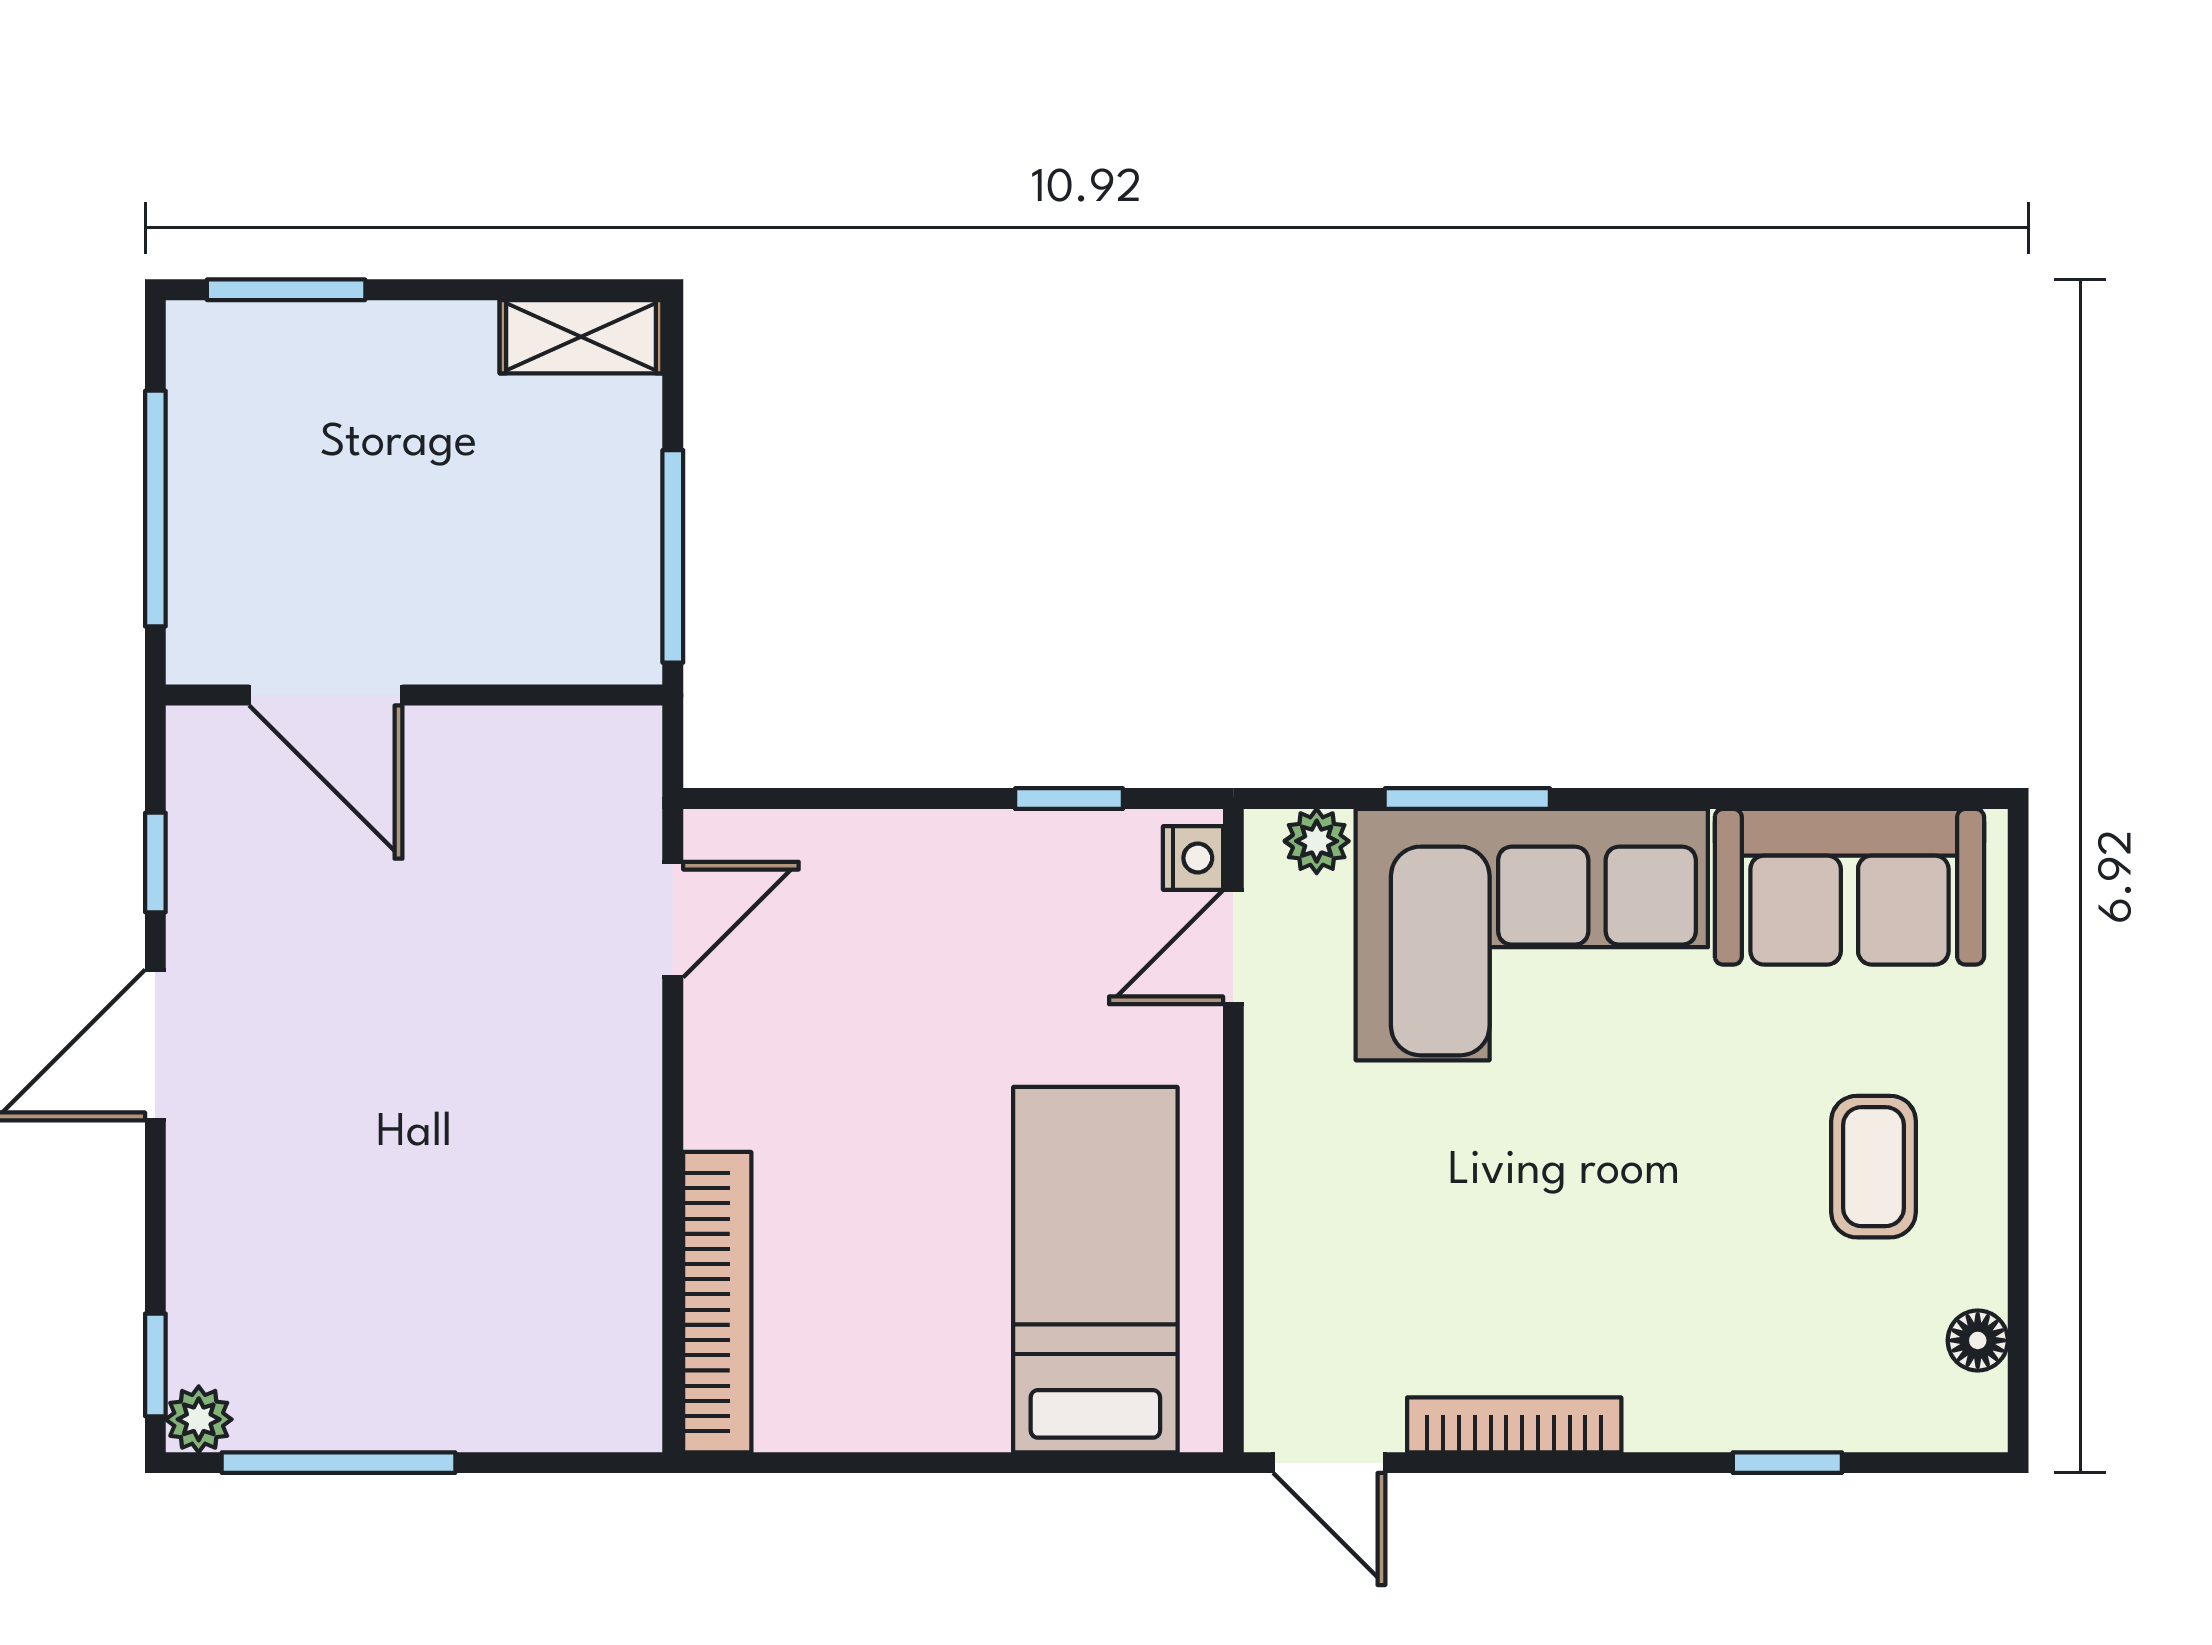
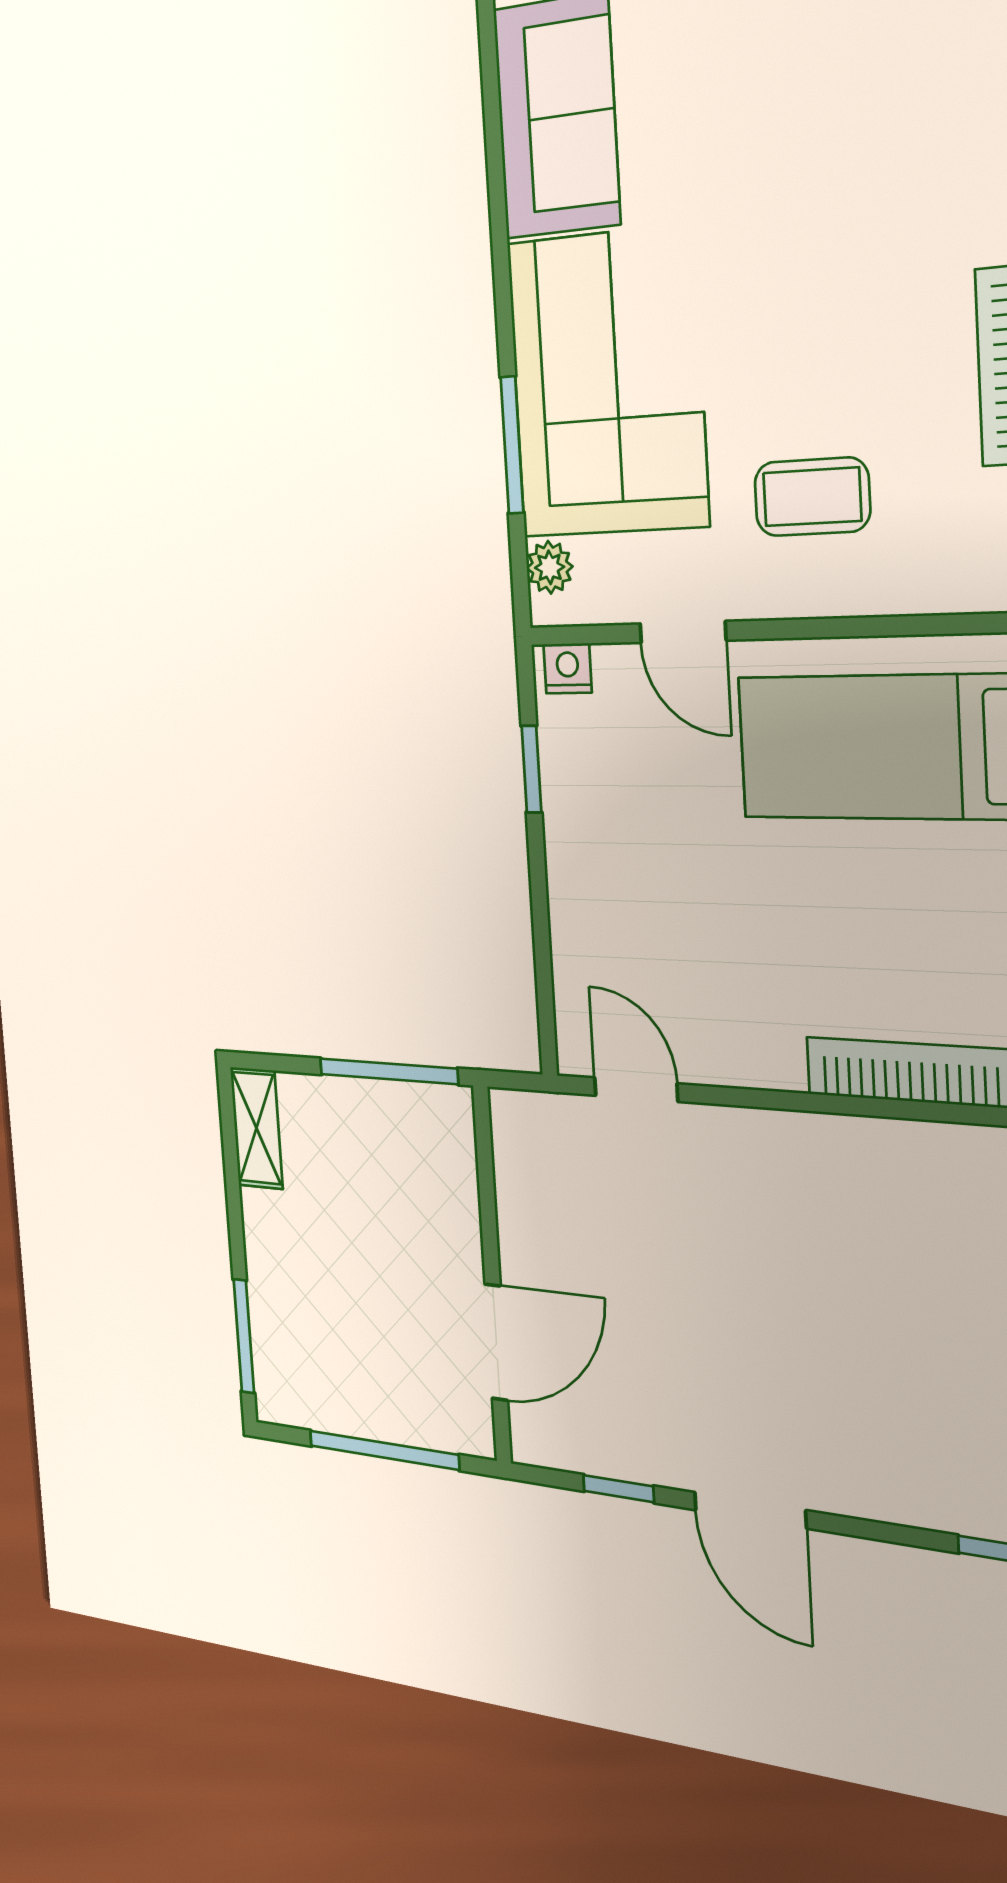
door: (1233, 947) -> (683, 632), moved
coffee table: (1874, 1167) -> (812, 497), moved

